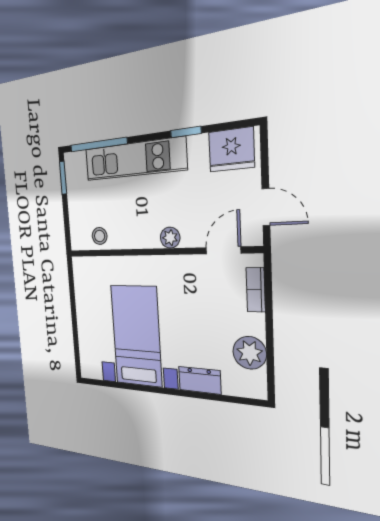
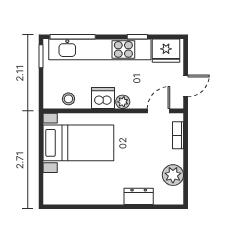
kitchen unit: (134, 159) -> (100, 49), width x1.36
door: (266, 207) -> (186, 86), hinge flipped
dishwasher: (143, 233) -> (103, 98), added
bed with nightstands: (136, 336) -> (78, 143), moved, turned 90

